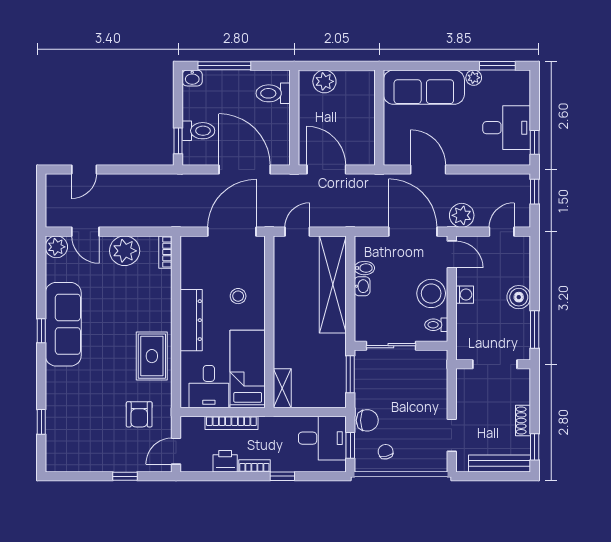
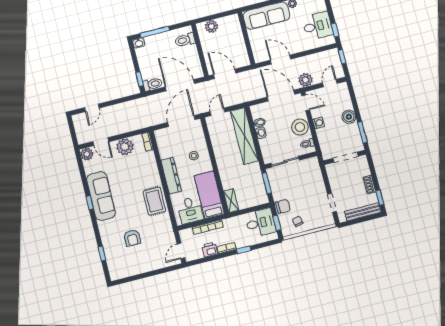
toilet: (198, 131) -> (153, 84), moved
armchair: (139, 414) -> (132, 238), moved
window: (125, 476) -> (156, 272), removed

